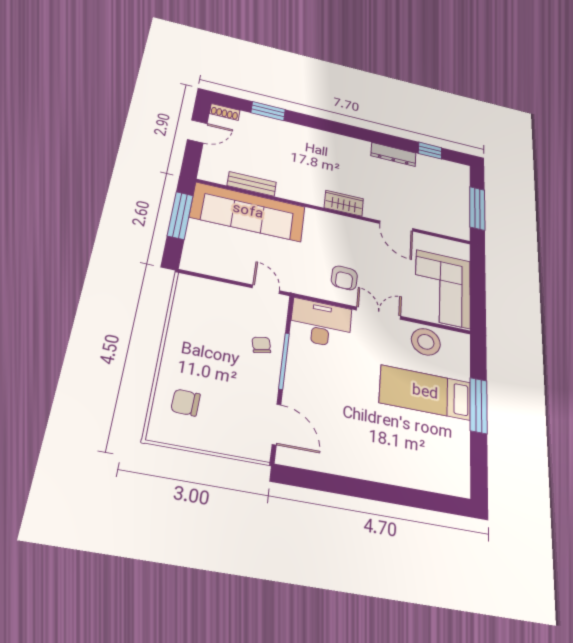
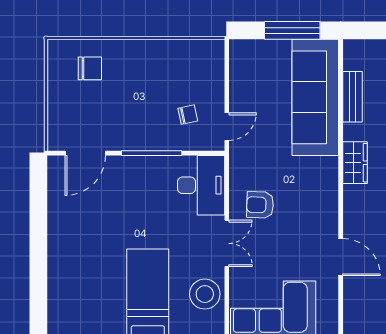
wardrobe: (344, 203) -> (355, 163), moved
door: (396, 226) -> (341, 257), swing flipped
chair: (261, 345) -> (188, 115), moved
chair: (186, 402) -> (90, 68), turned 88

